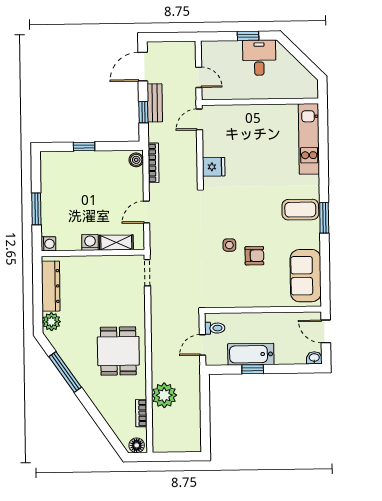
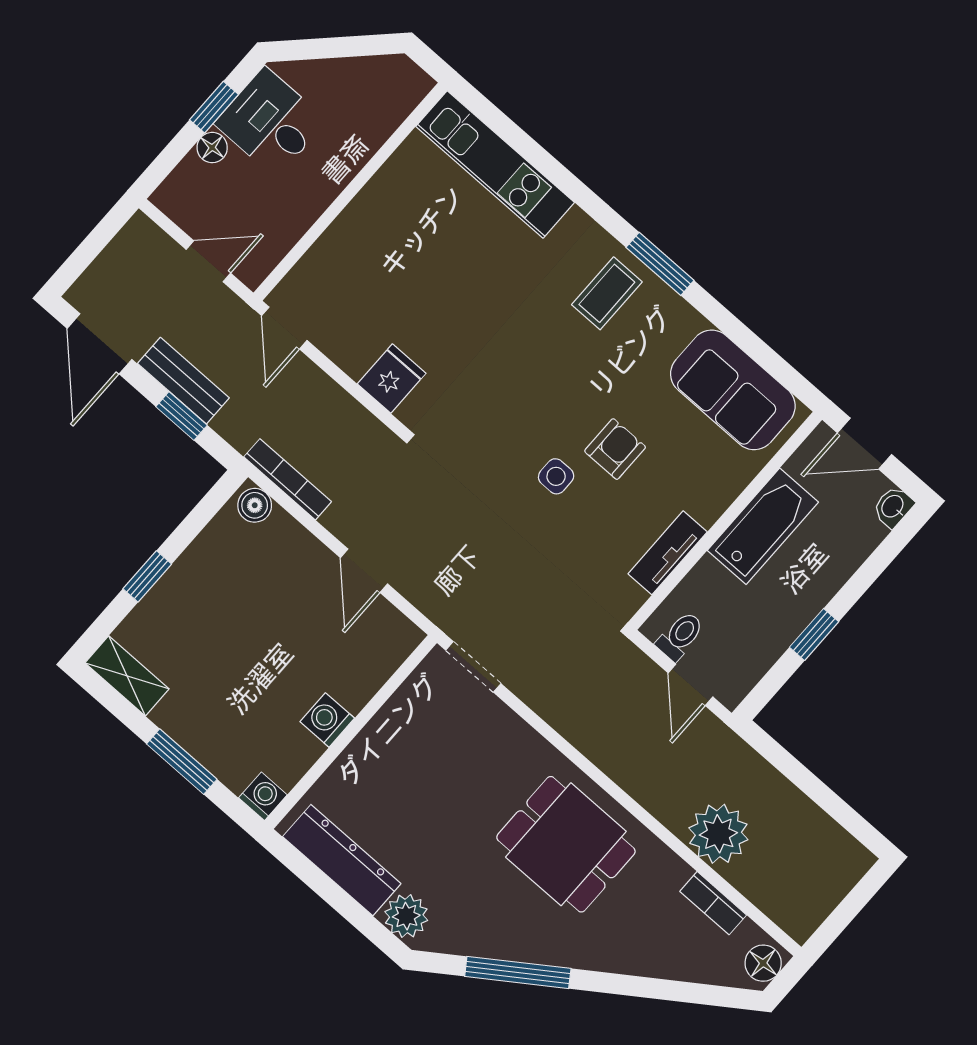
floor lamp: (235, 47) -> (212, 148), added
coffee table: (300, 210) -> (607, 293), width x0.73, depth x0.77
shelving: (116, 243) -> (127, 676), moved, turned 90
tv unit: (237, 301) -> (668, 553), added
bathtub: (251, 354) -> (763, 526), moved, turned 180

